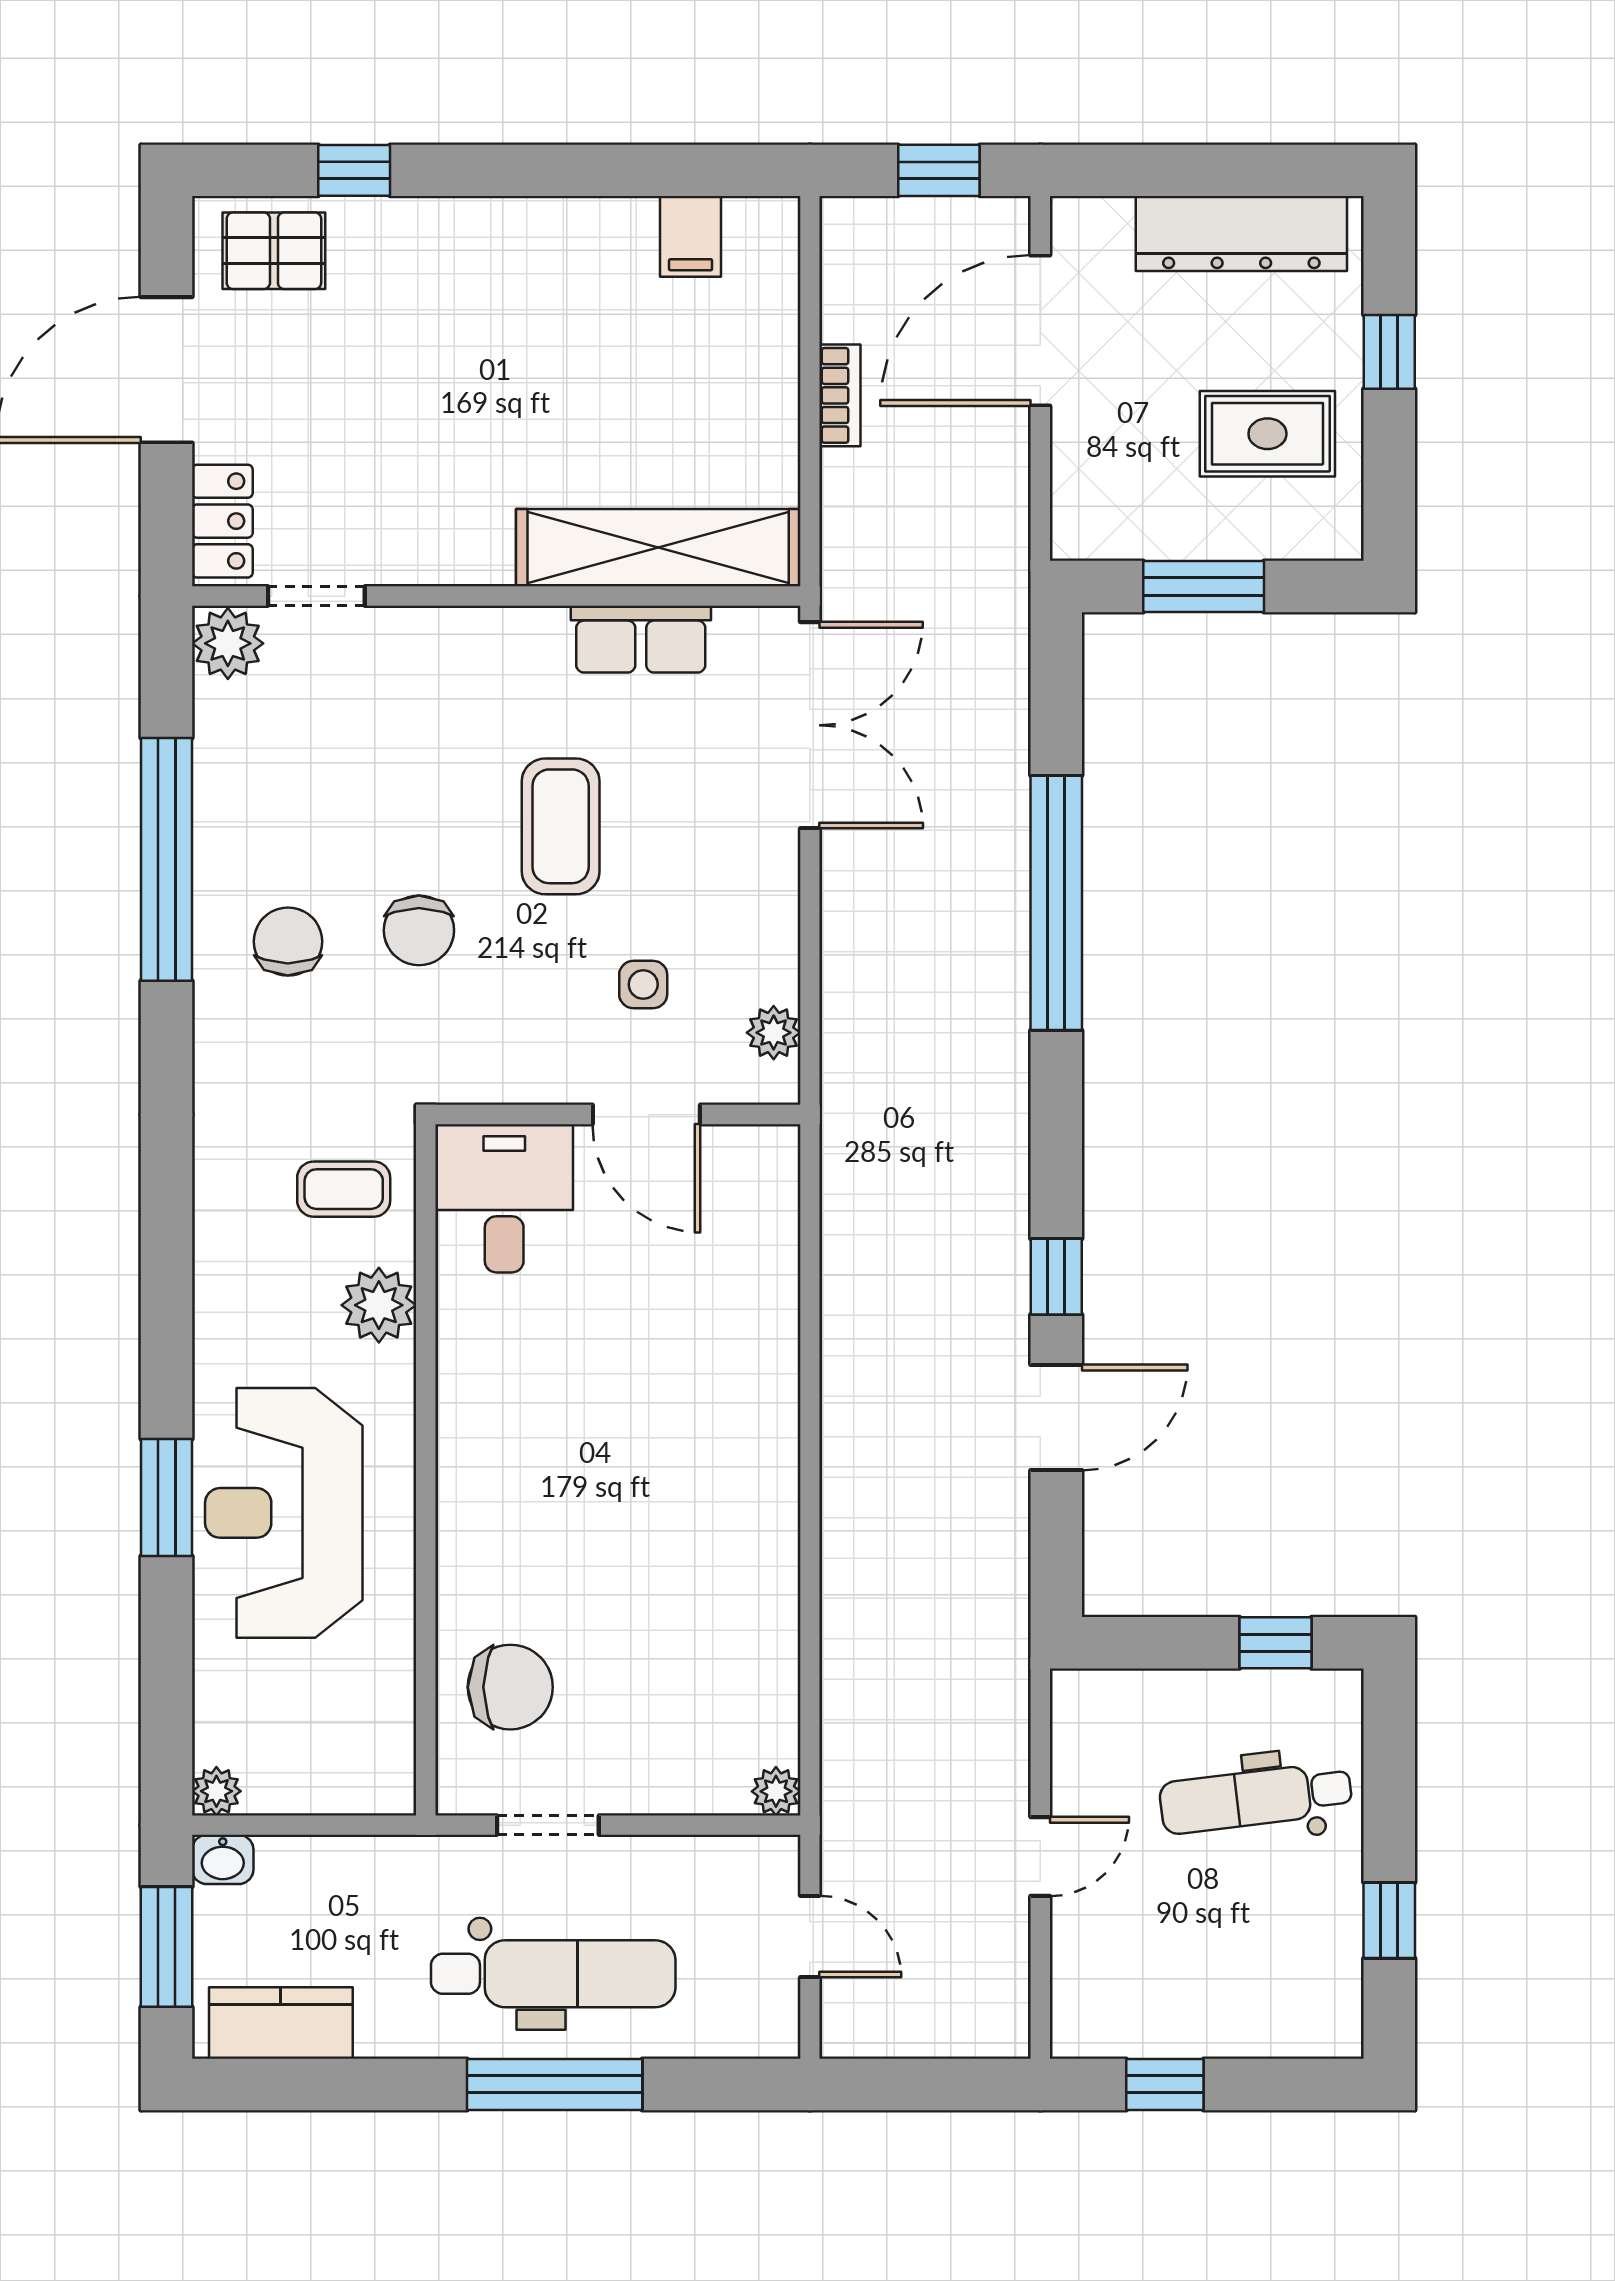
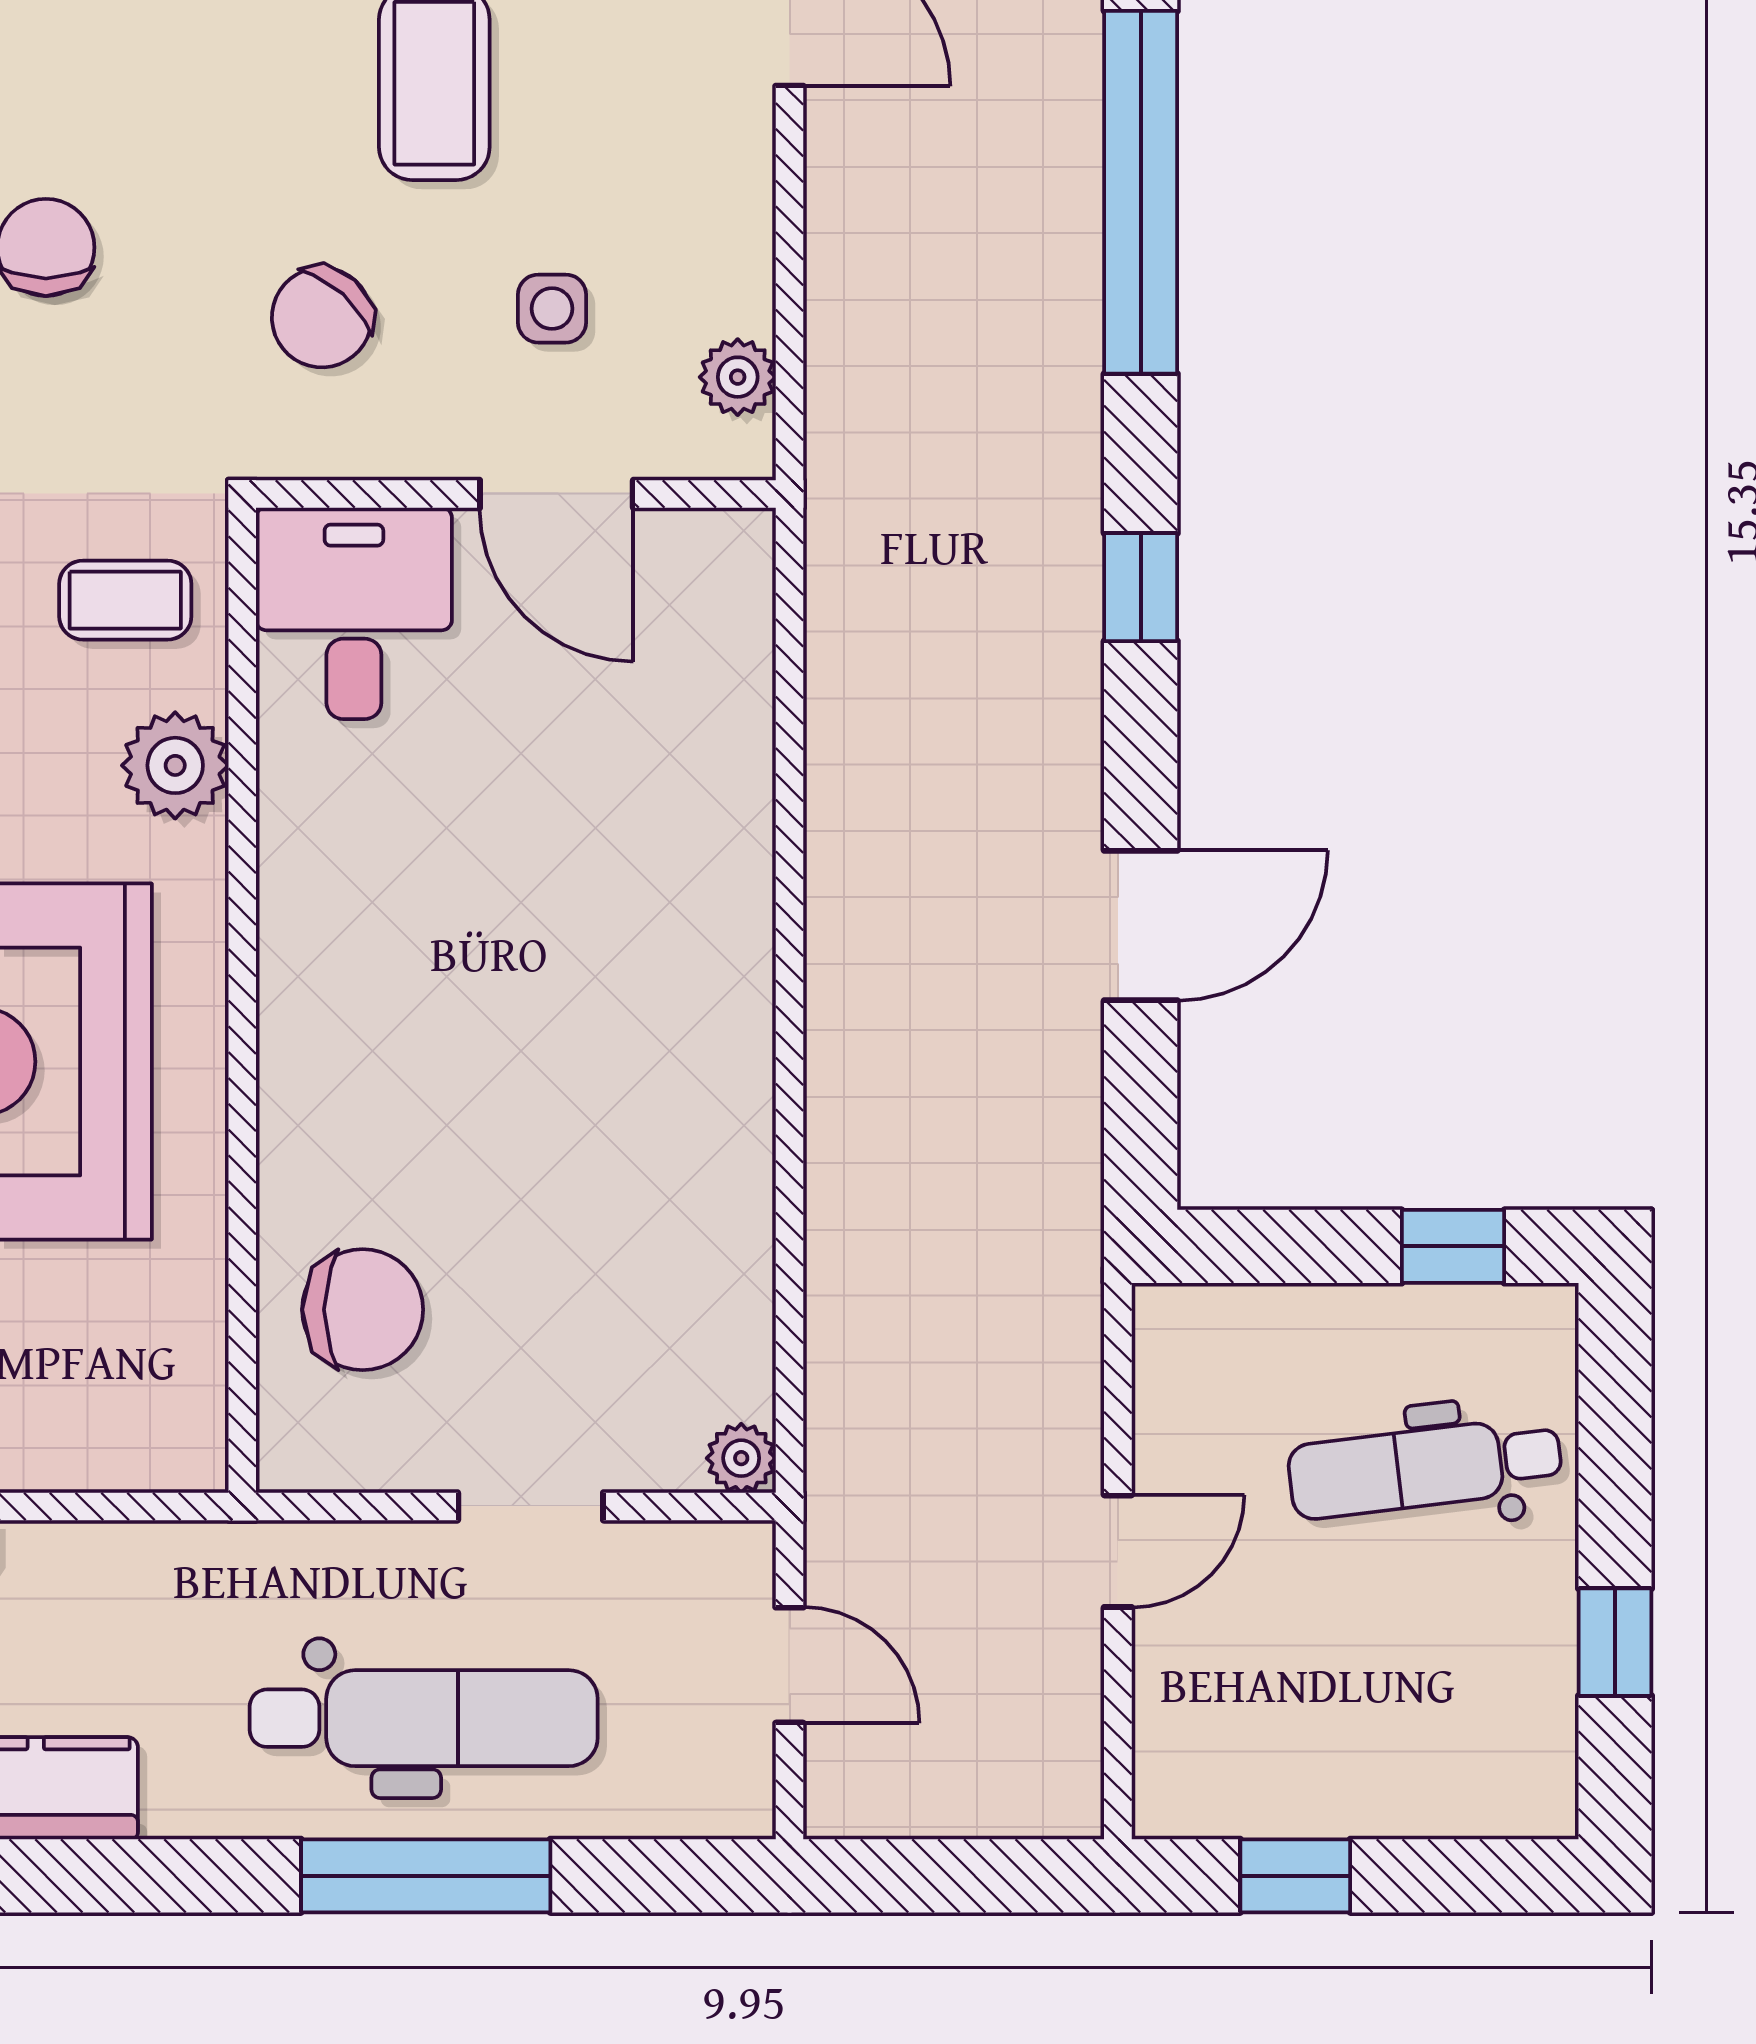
chair: (419, 930) -> (322, 317), moved, turned 42
window: (1056, 1277) -> (1141, 587), moved
doorway: (548, 1825) -> (531, 1506), moved

